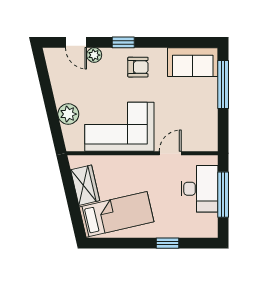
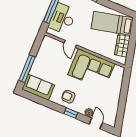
plant: (68, 114) -> (116, 87), removed
door: (170, 153) -> (70, 44), hinge flipped

